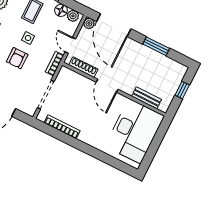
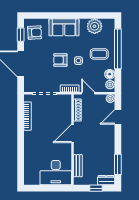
door: (114, 25) -> (118, 117), width x0.53
door: (70, 45) -> (88, 93), hinge flipped
window: (156, 46) -> (118, 164), moved
dresser: (179, 74) -> (106, 180), added
desk: (135, 131) -> (56, 173), width x0.73, depth x0.77

